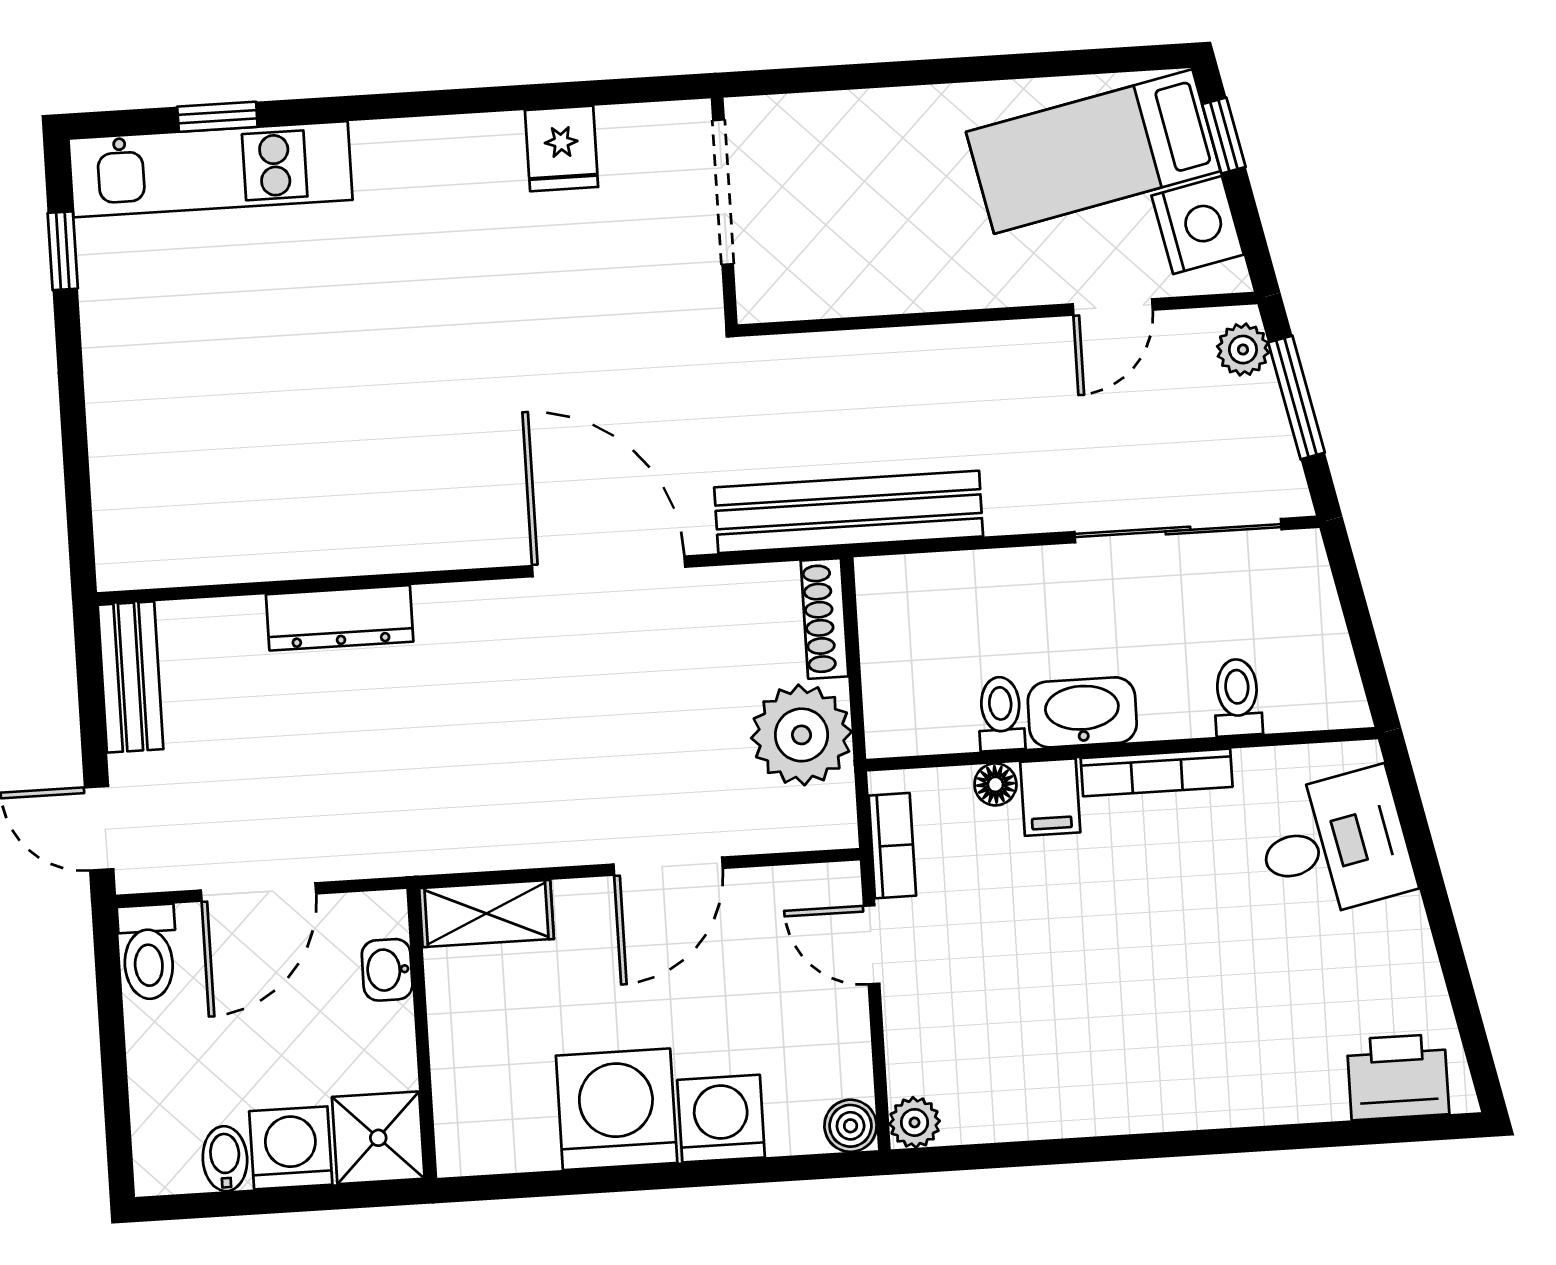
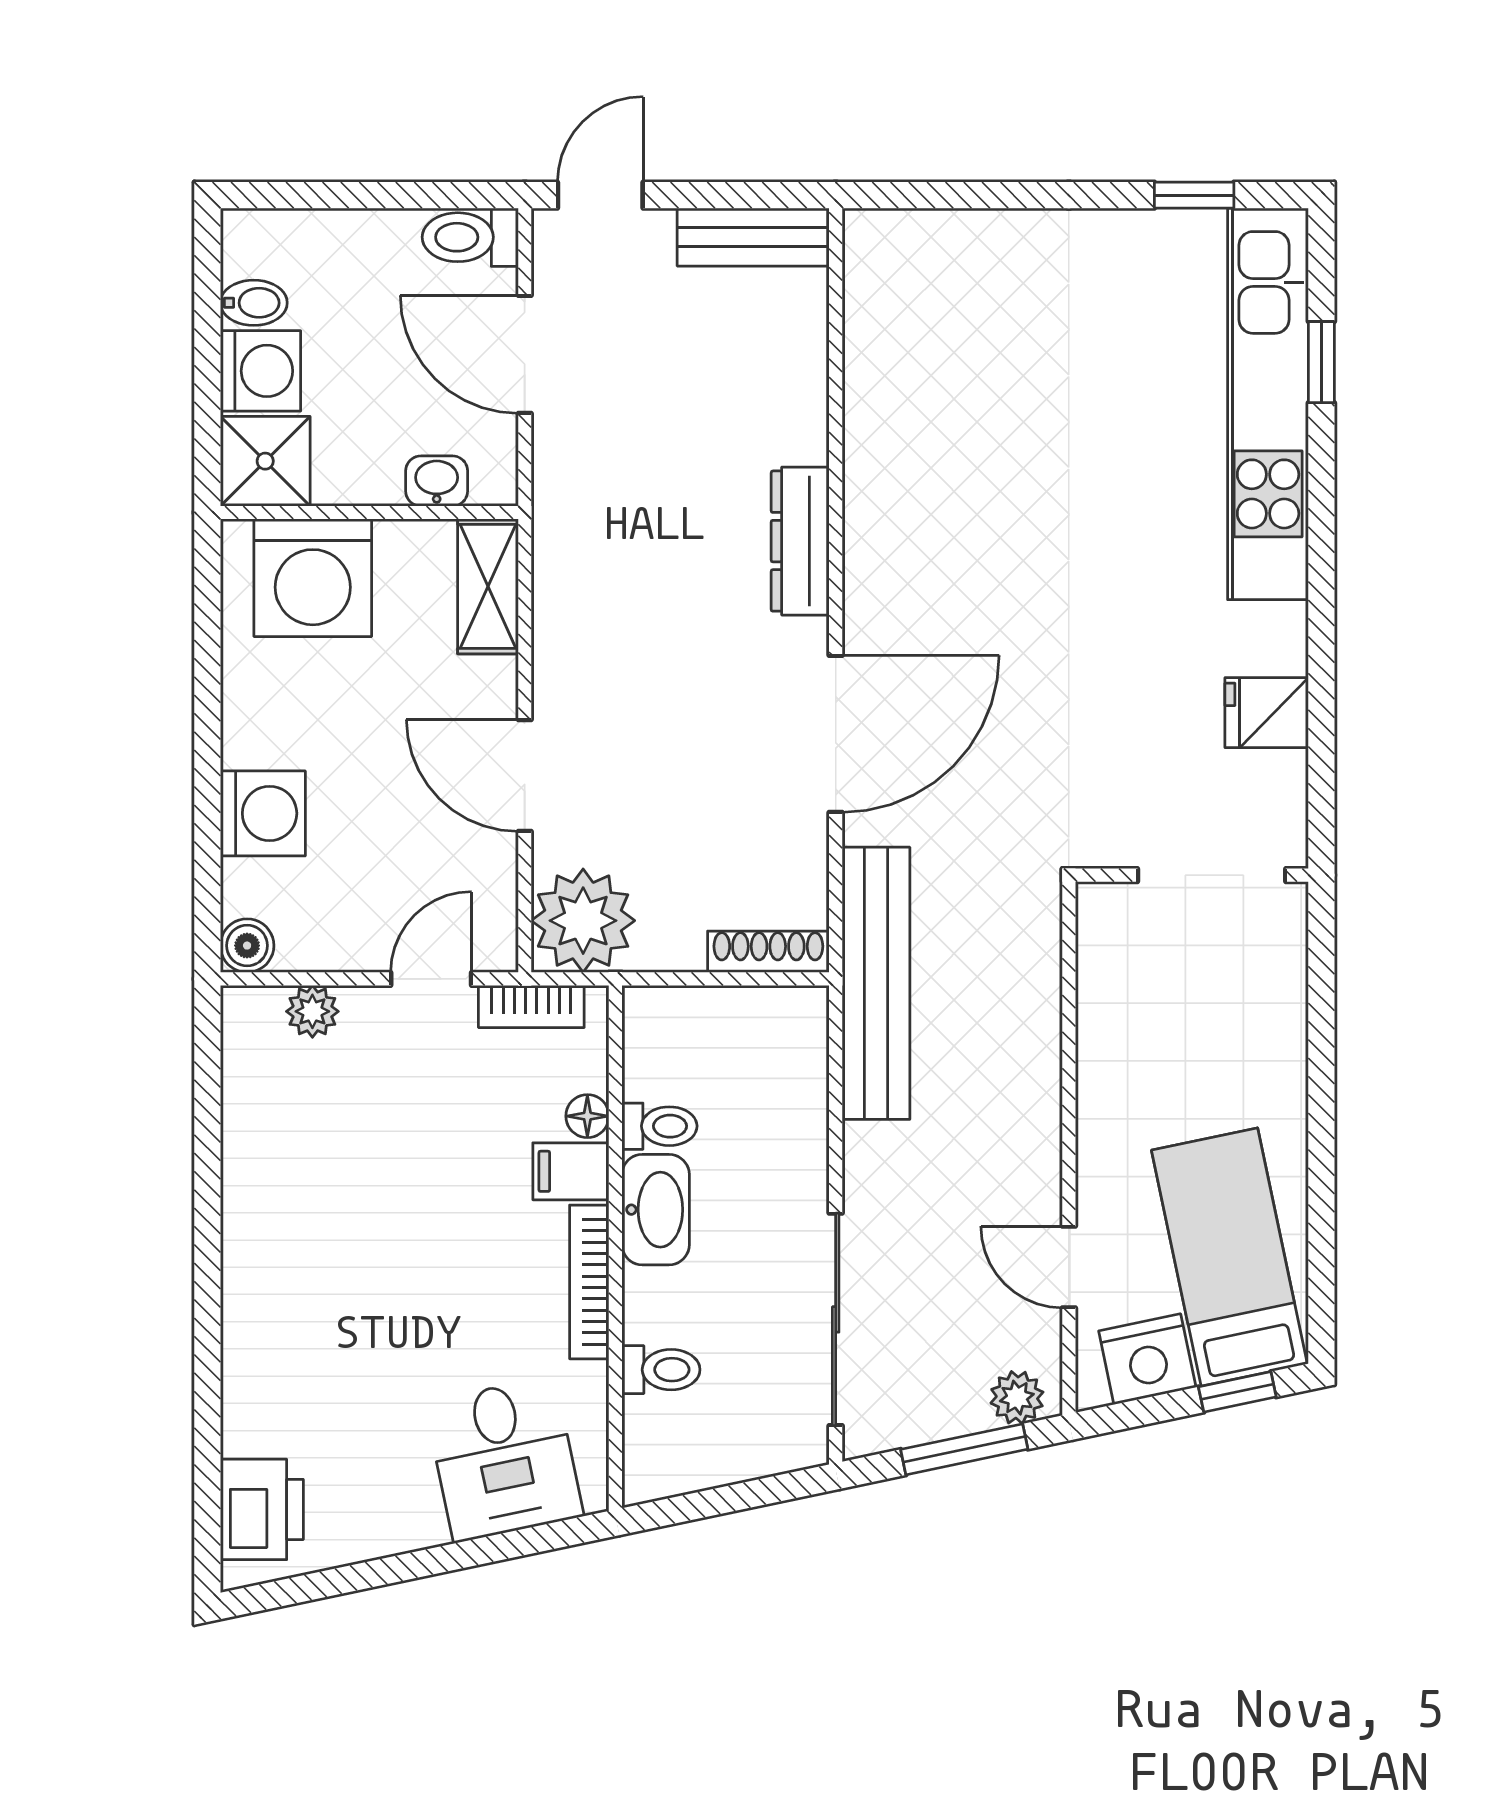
kitchen unit: (210, 169) -> (1268, 404), width x1.36
dresser: (340, 618) -> (800, 541), moved
plant: (801, 735) -> (583, 921), moved
washing machine: (617, 1109) -> (313, 578), moved, turned 90
plant: (915, 1122) -> (312, 1011), moved

